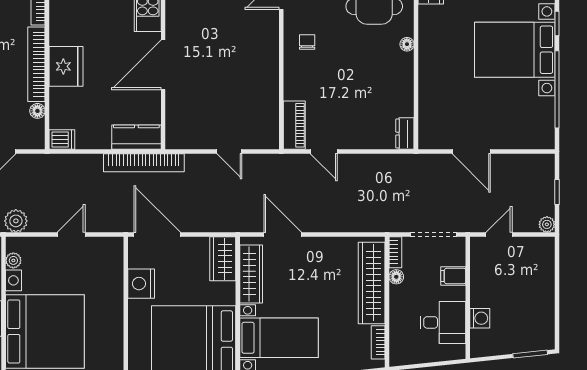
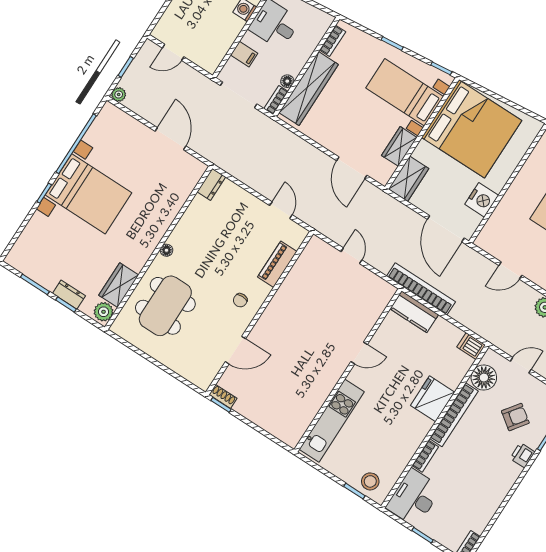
door: (163, 65) -> (359, 353), width x0.53
floor lamp: (37, 111) -> (484, 378), width x1.89, depth x1.89
piano: (294, 125) -> (277, 264), moved
plant: (547, 224) -> (119, 95), moved
door: (499, 234) -> (173, 52), moved
wardrobe: (251, 274) -> (399, 146), width x0.67

